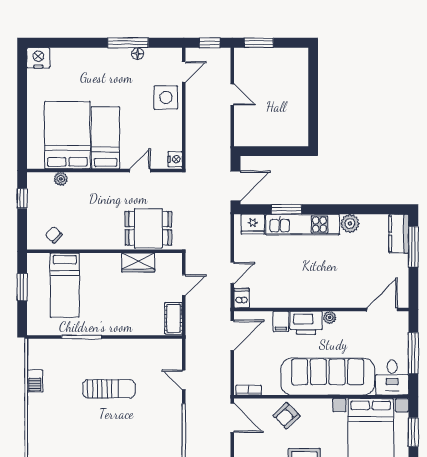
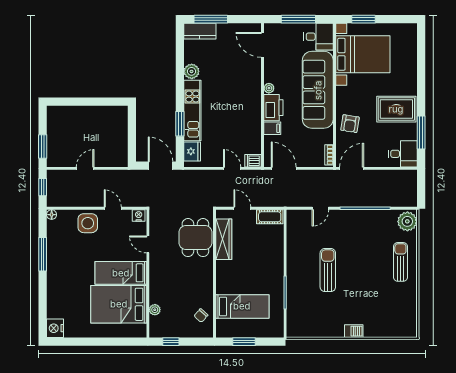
floor lamp: (138, 54) -> (52, 215), moved
door: (184, 72) -> (113, 208), moved
wardrobe: (138, 263) -> (224, 239), width x1.50
barbecue: (35, 381) -> (354, 331), moved
armchair: (287, 416) -> (350, 124), turned 53

